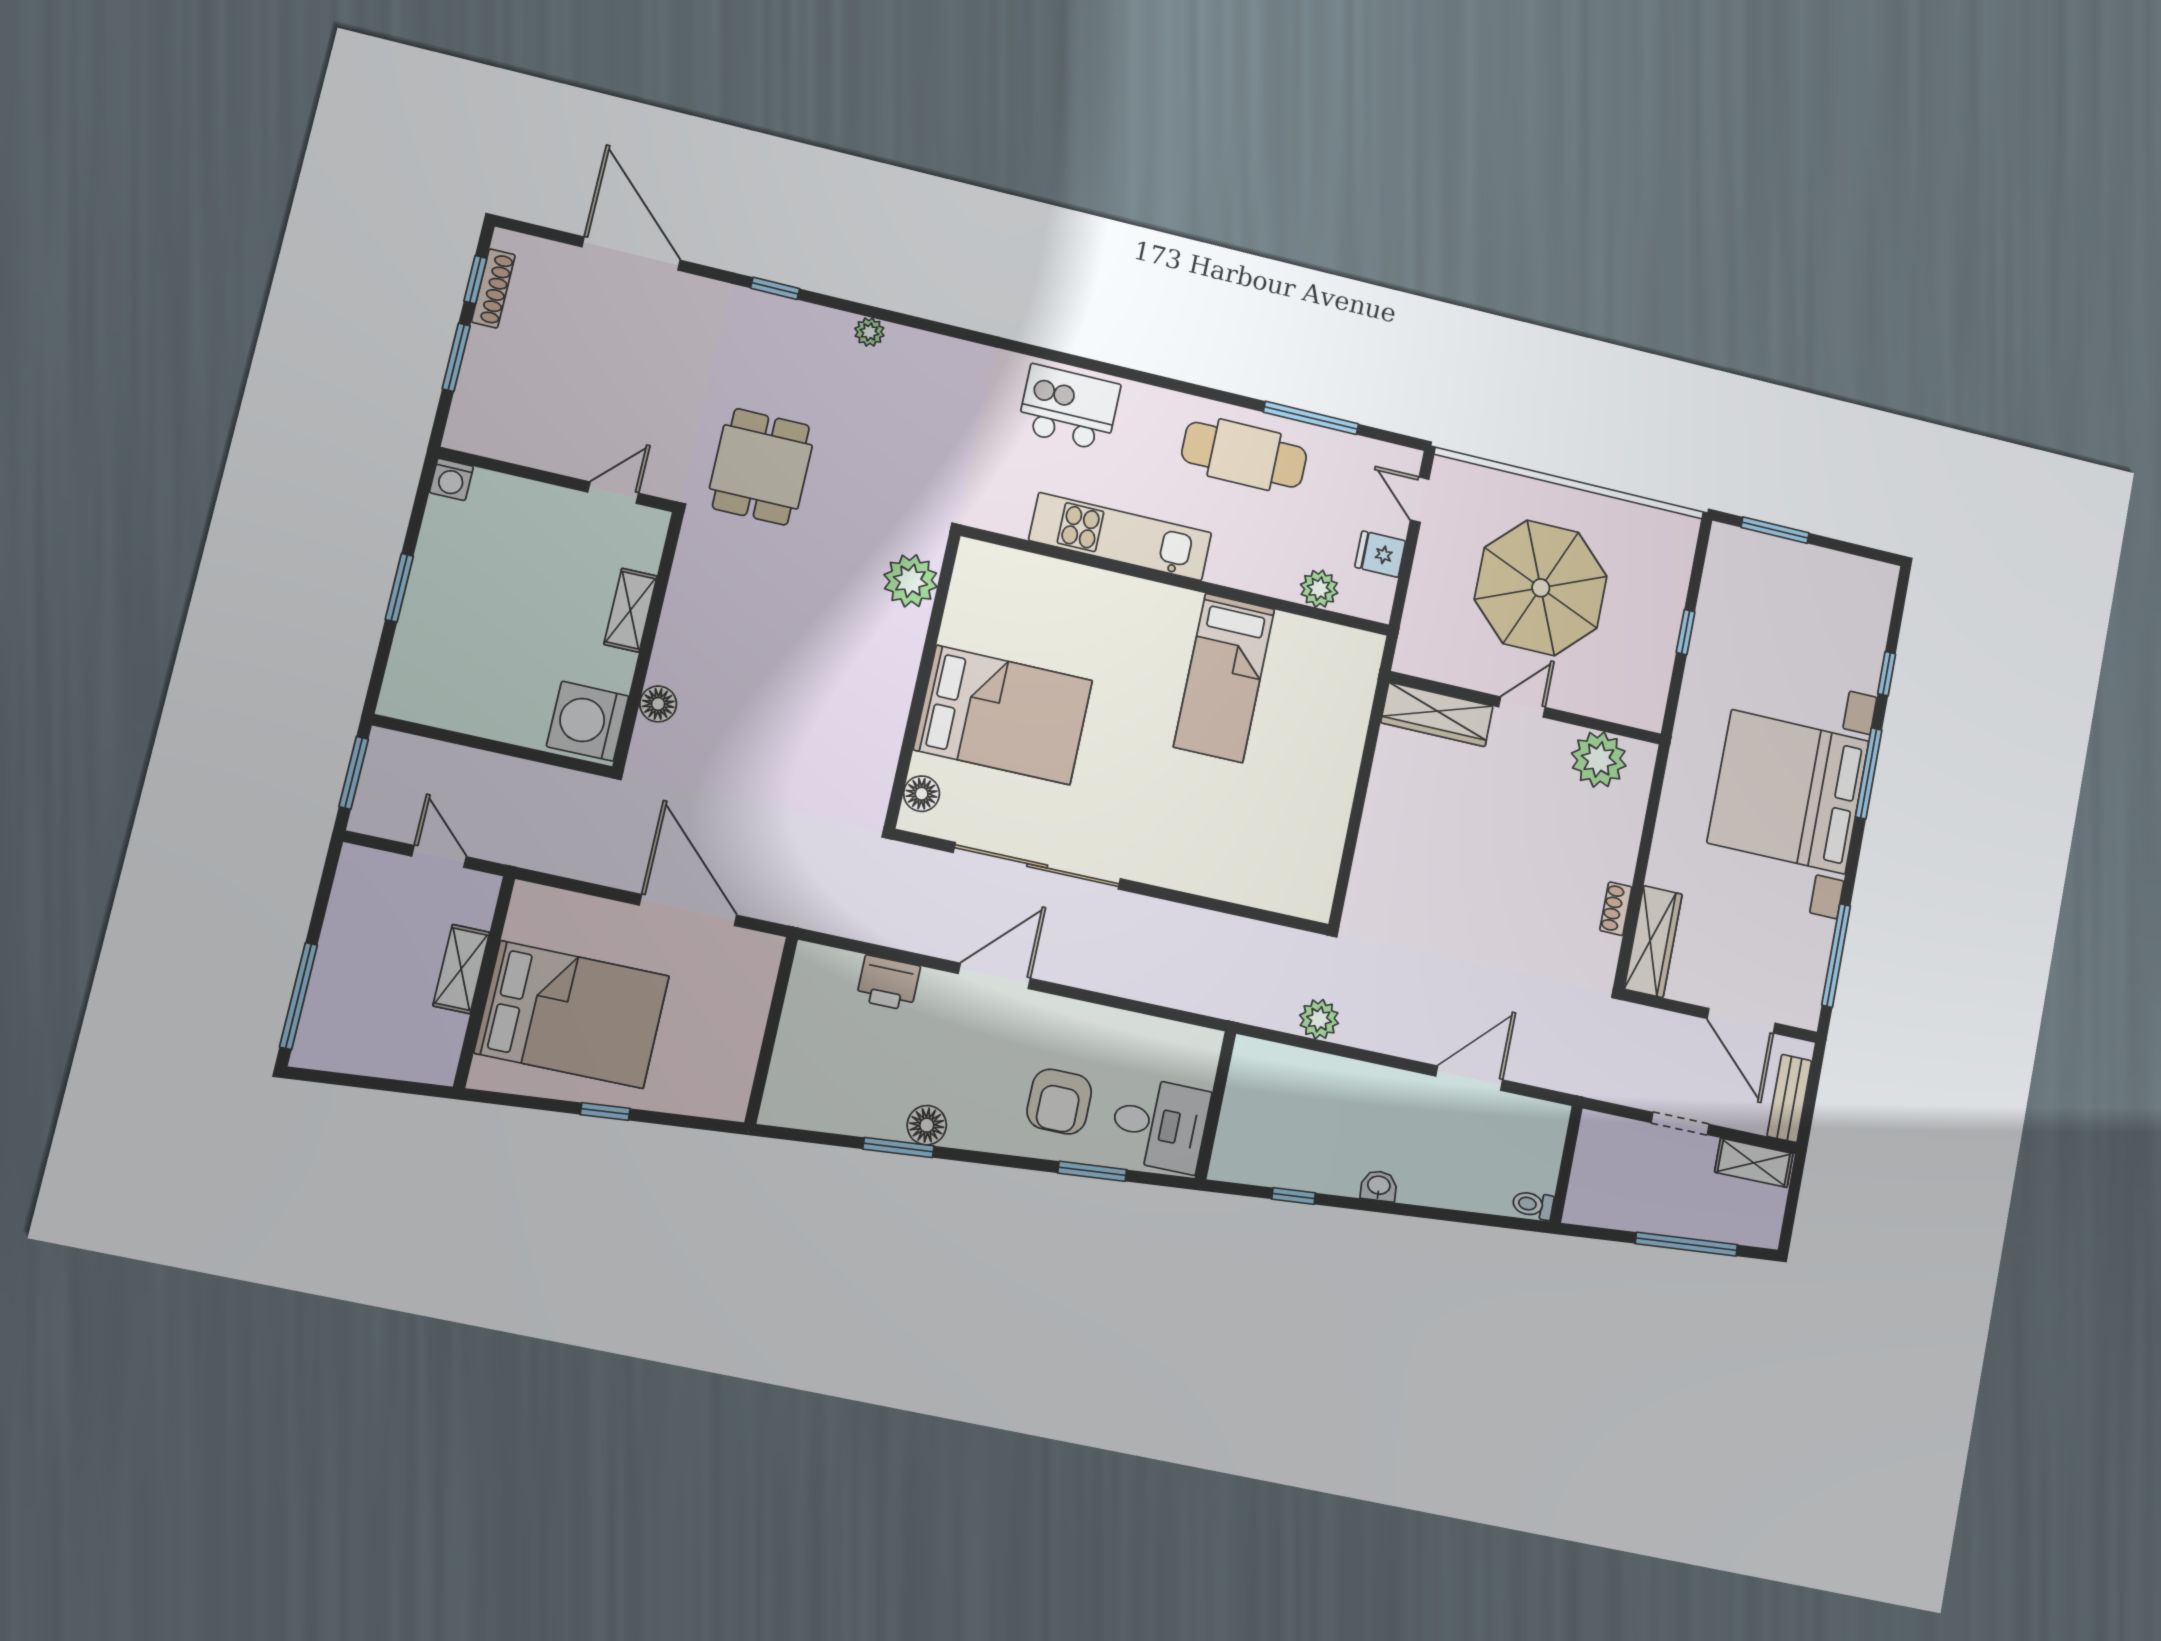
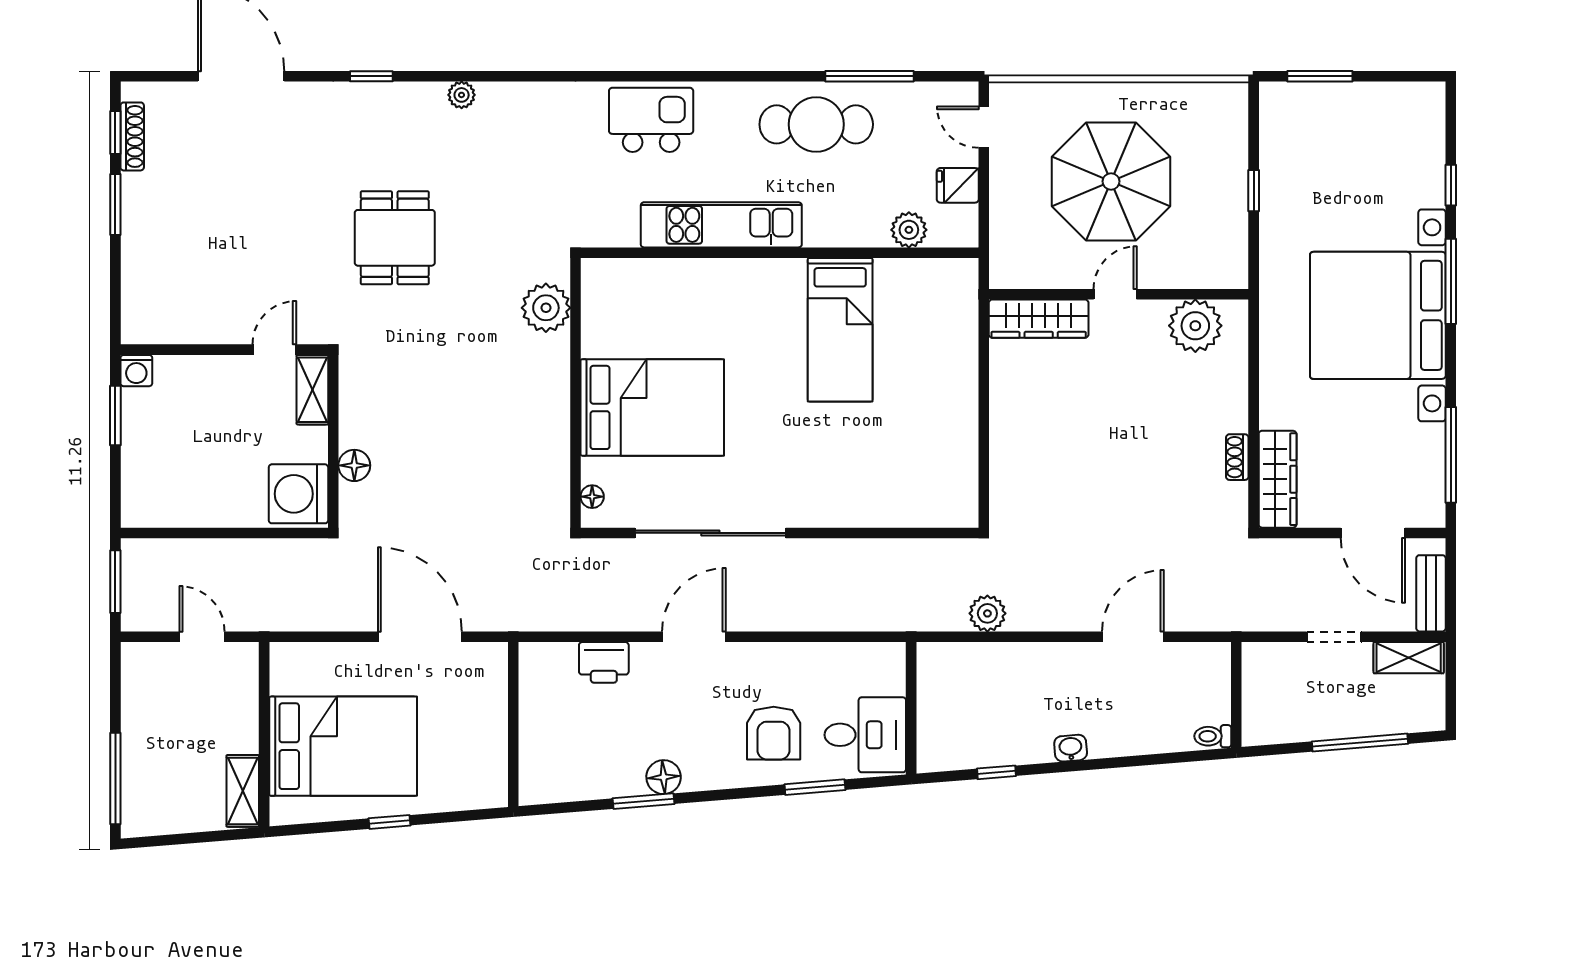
washing machine: (451, 479) -> (136, 371), moved
wall: (557, 480) -> (224, 350), moved
door: (613, 493) -> (274, 350), moved
floor lamp: (922, 794) -> (592, 497), width x0.73, depth x0.73
shelving: (461, 969) -> (243, 791), moved

